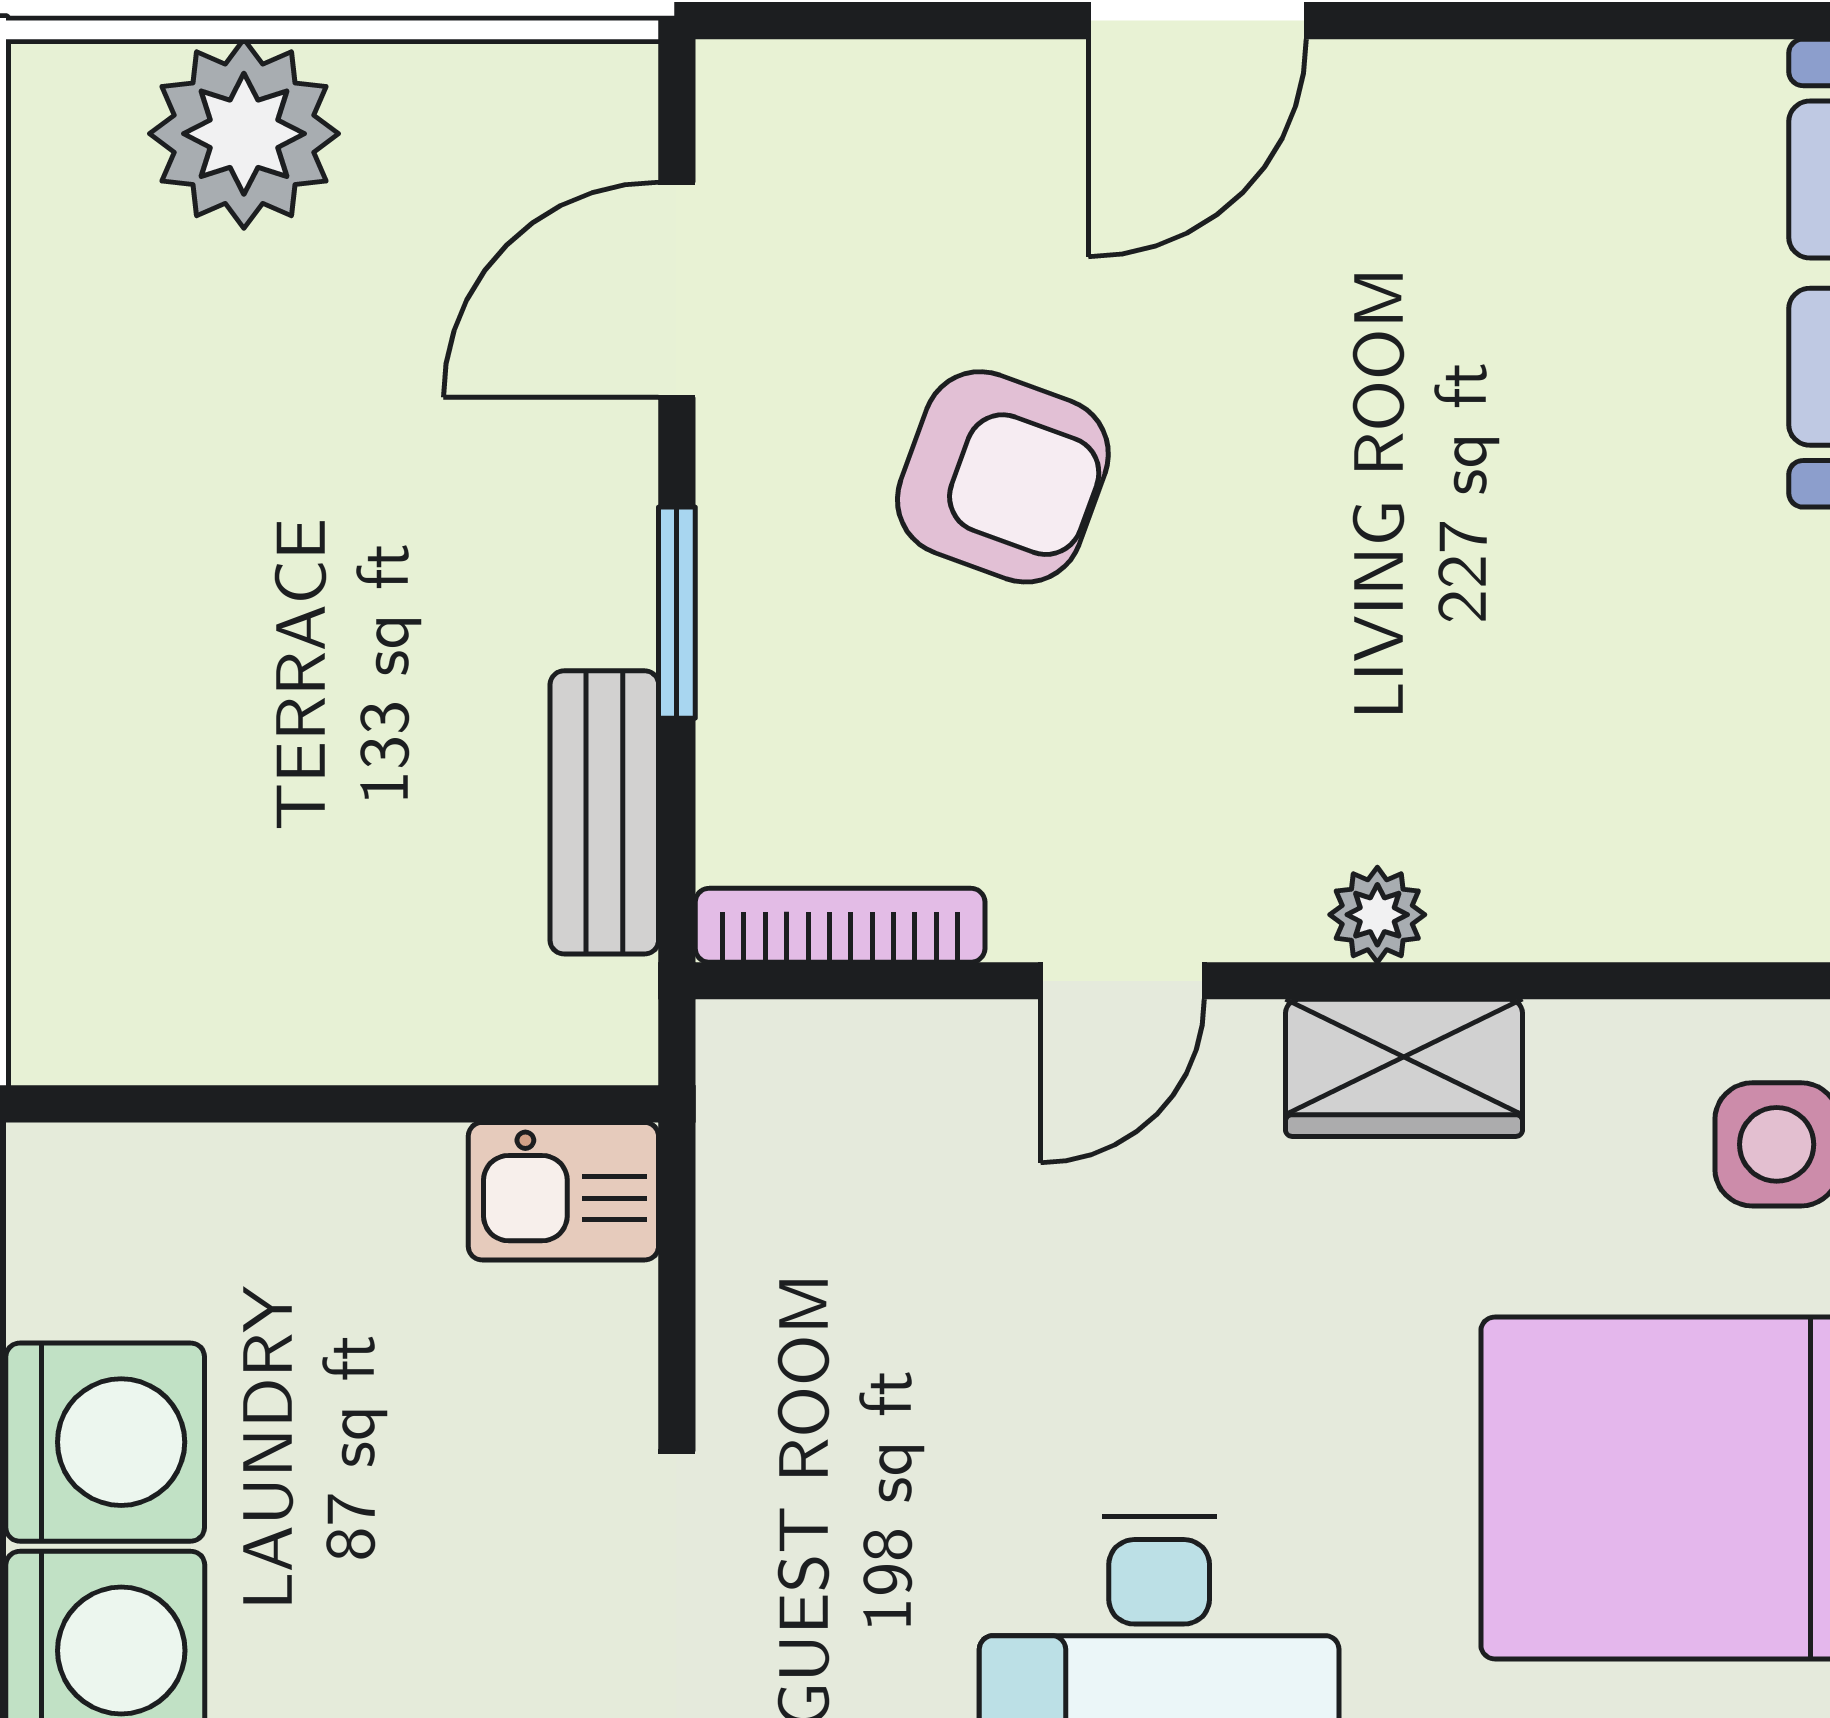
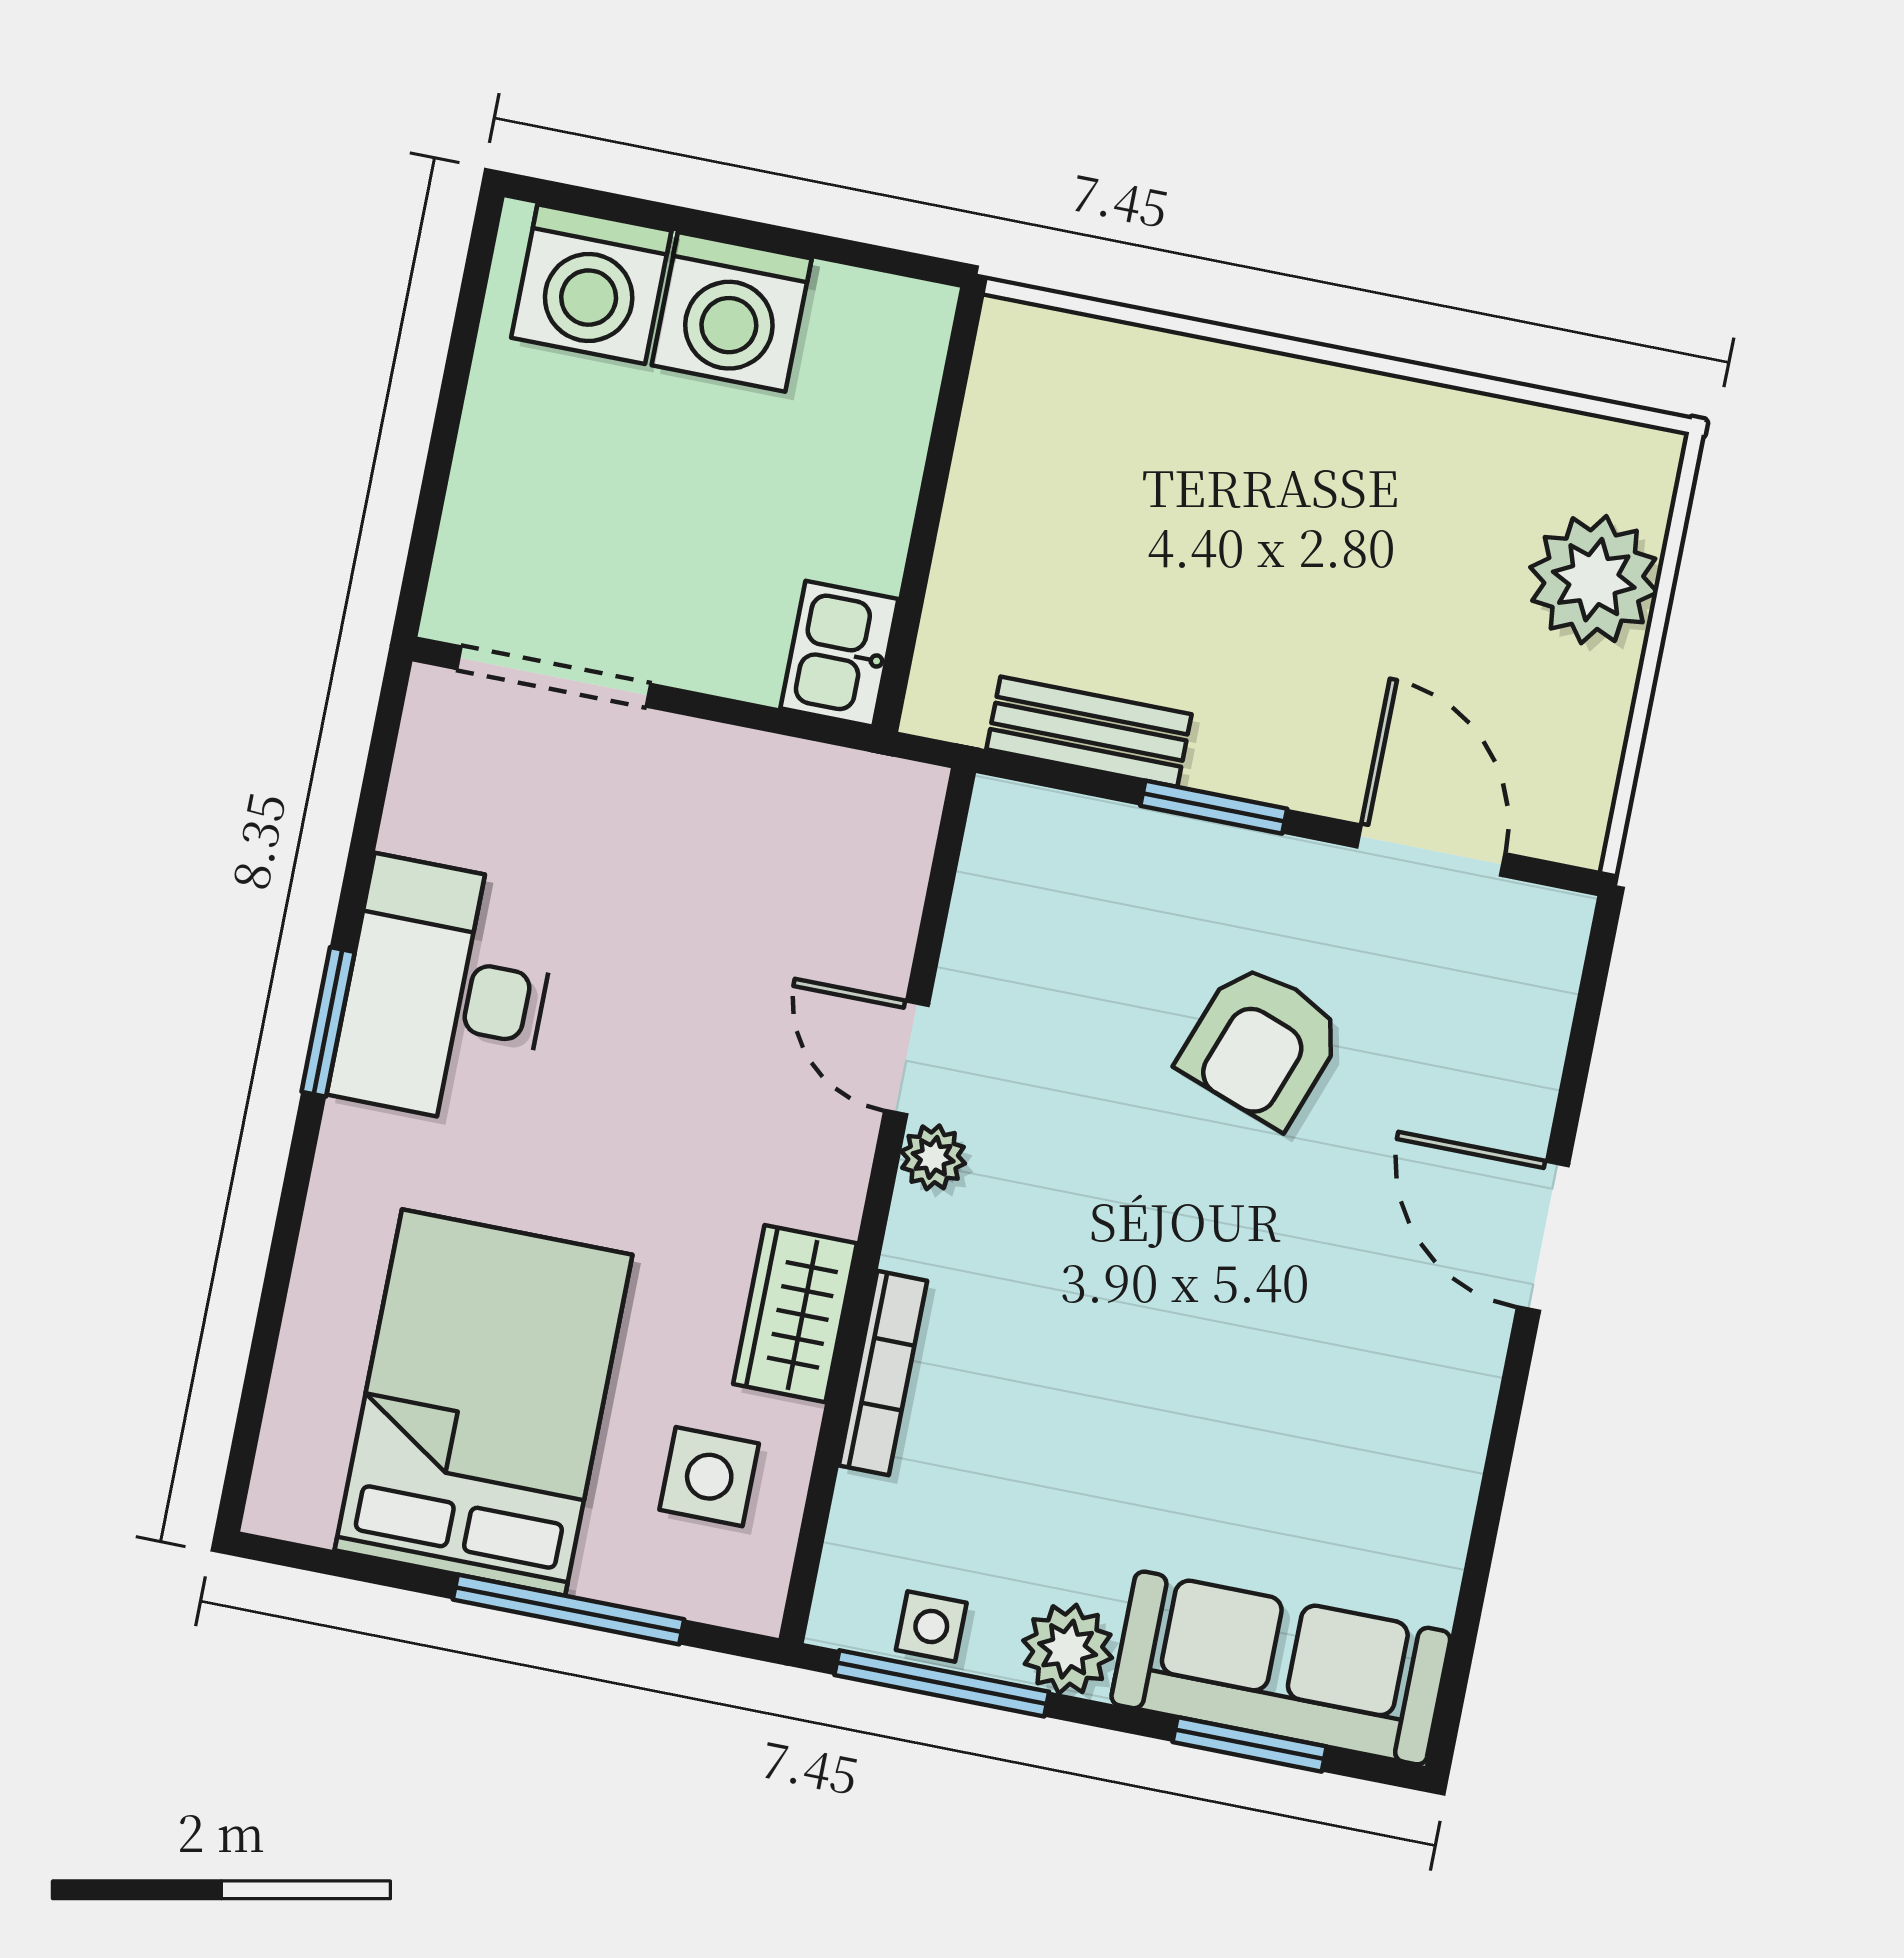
plant: (1377, 915) -> (933, 1157), moved
bookcase: (840, 925) -> (883, 1373), moved
wardrobe: (1404, 1068) -> (795, 1314), moved

